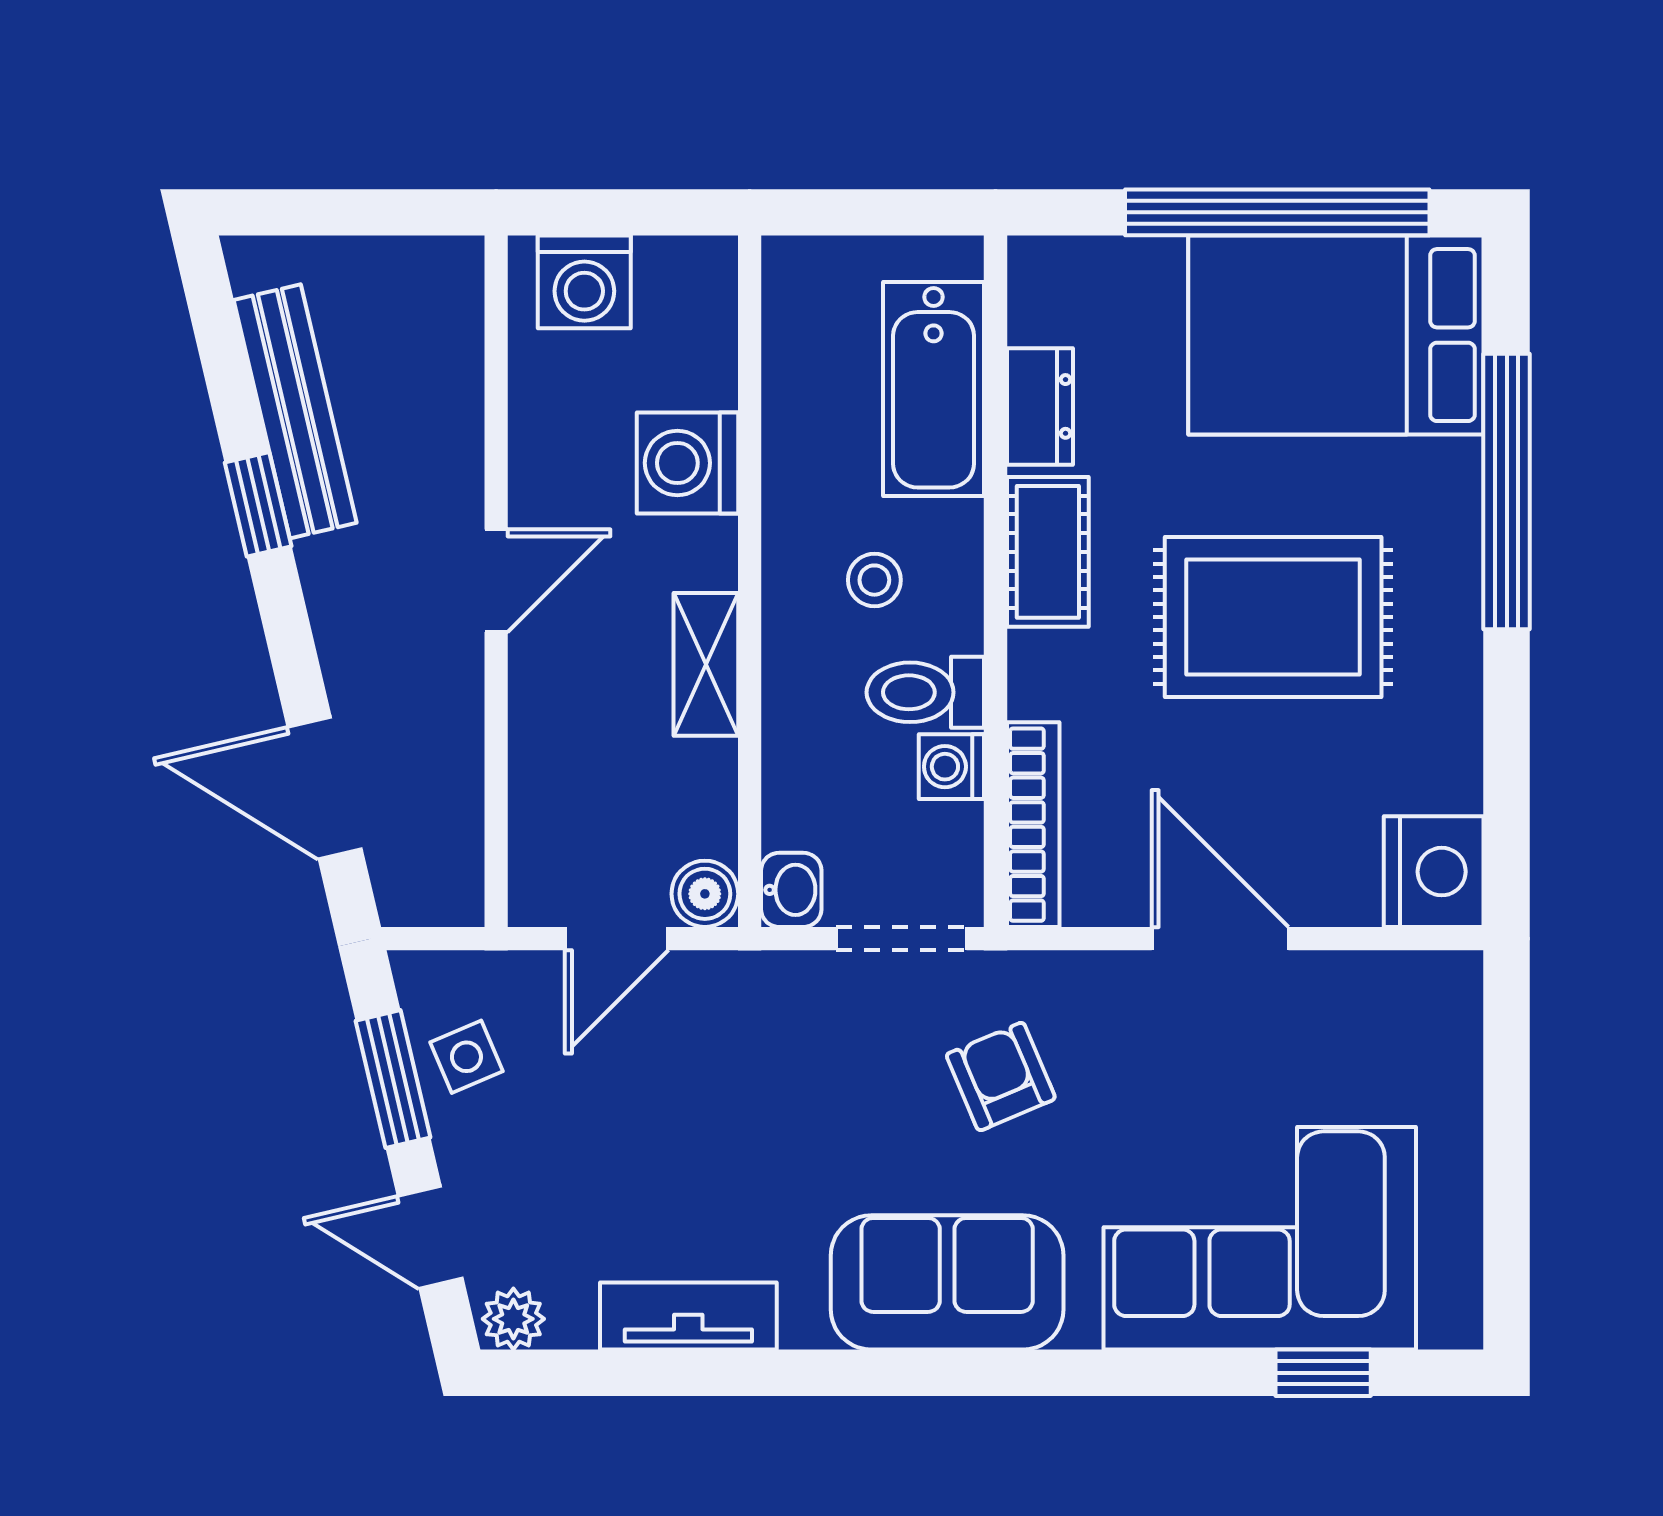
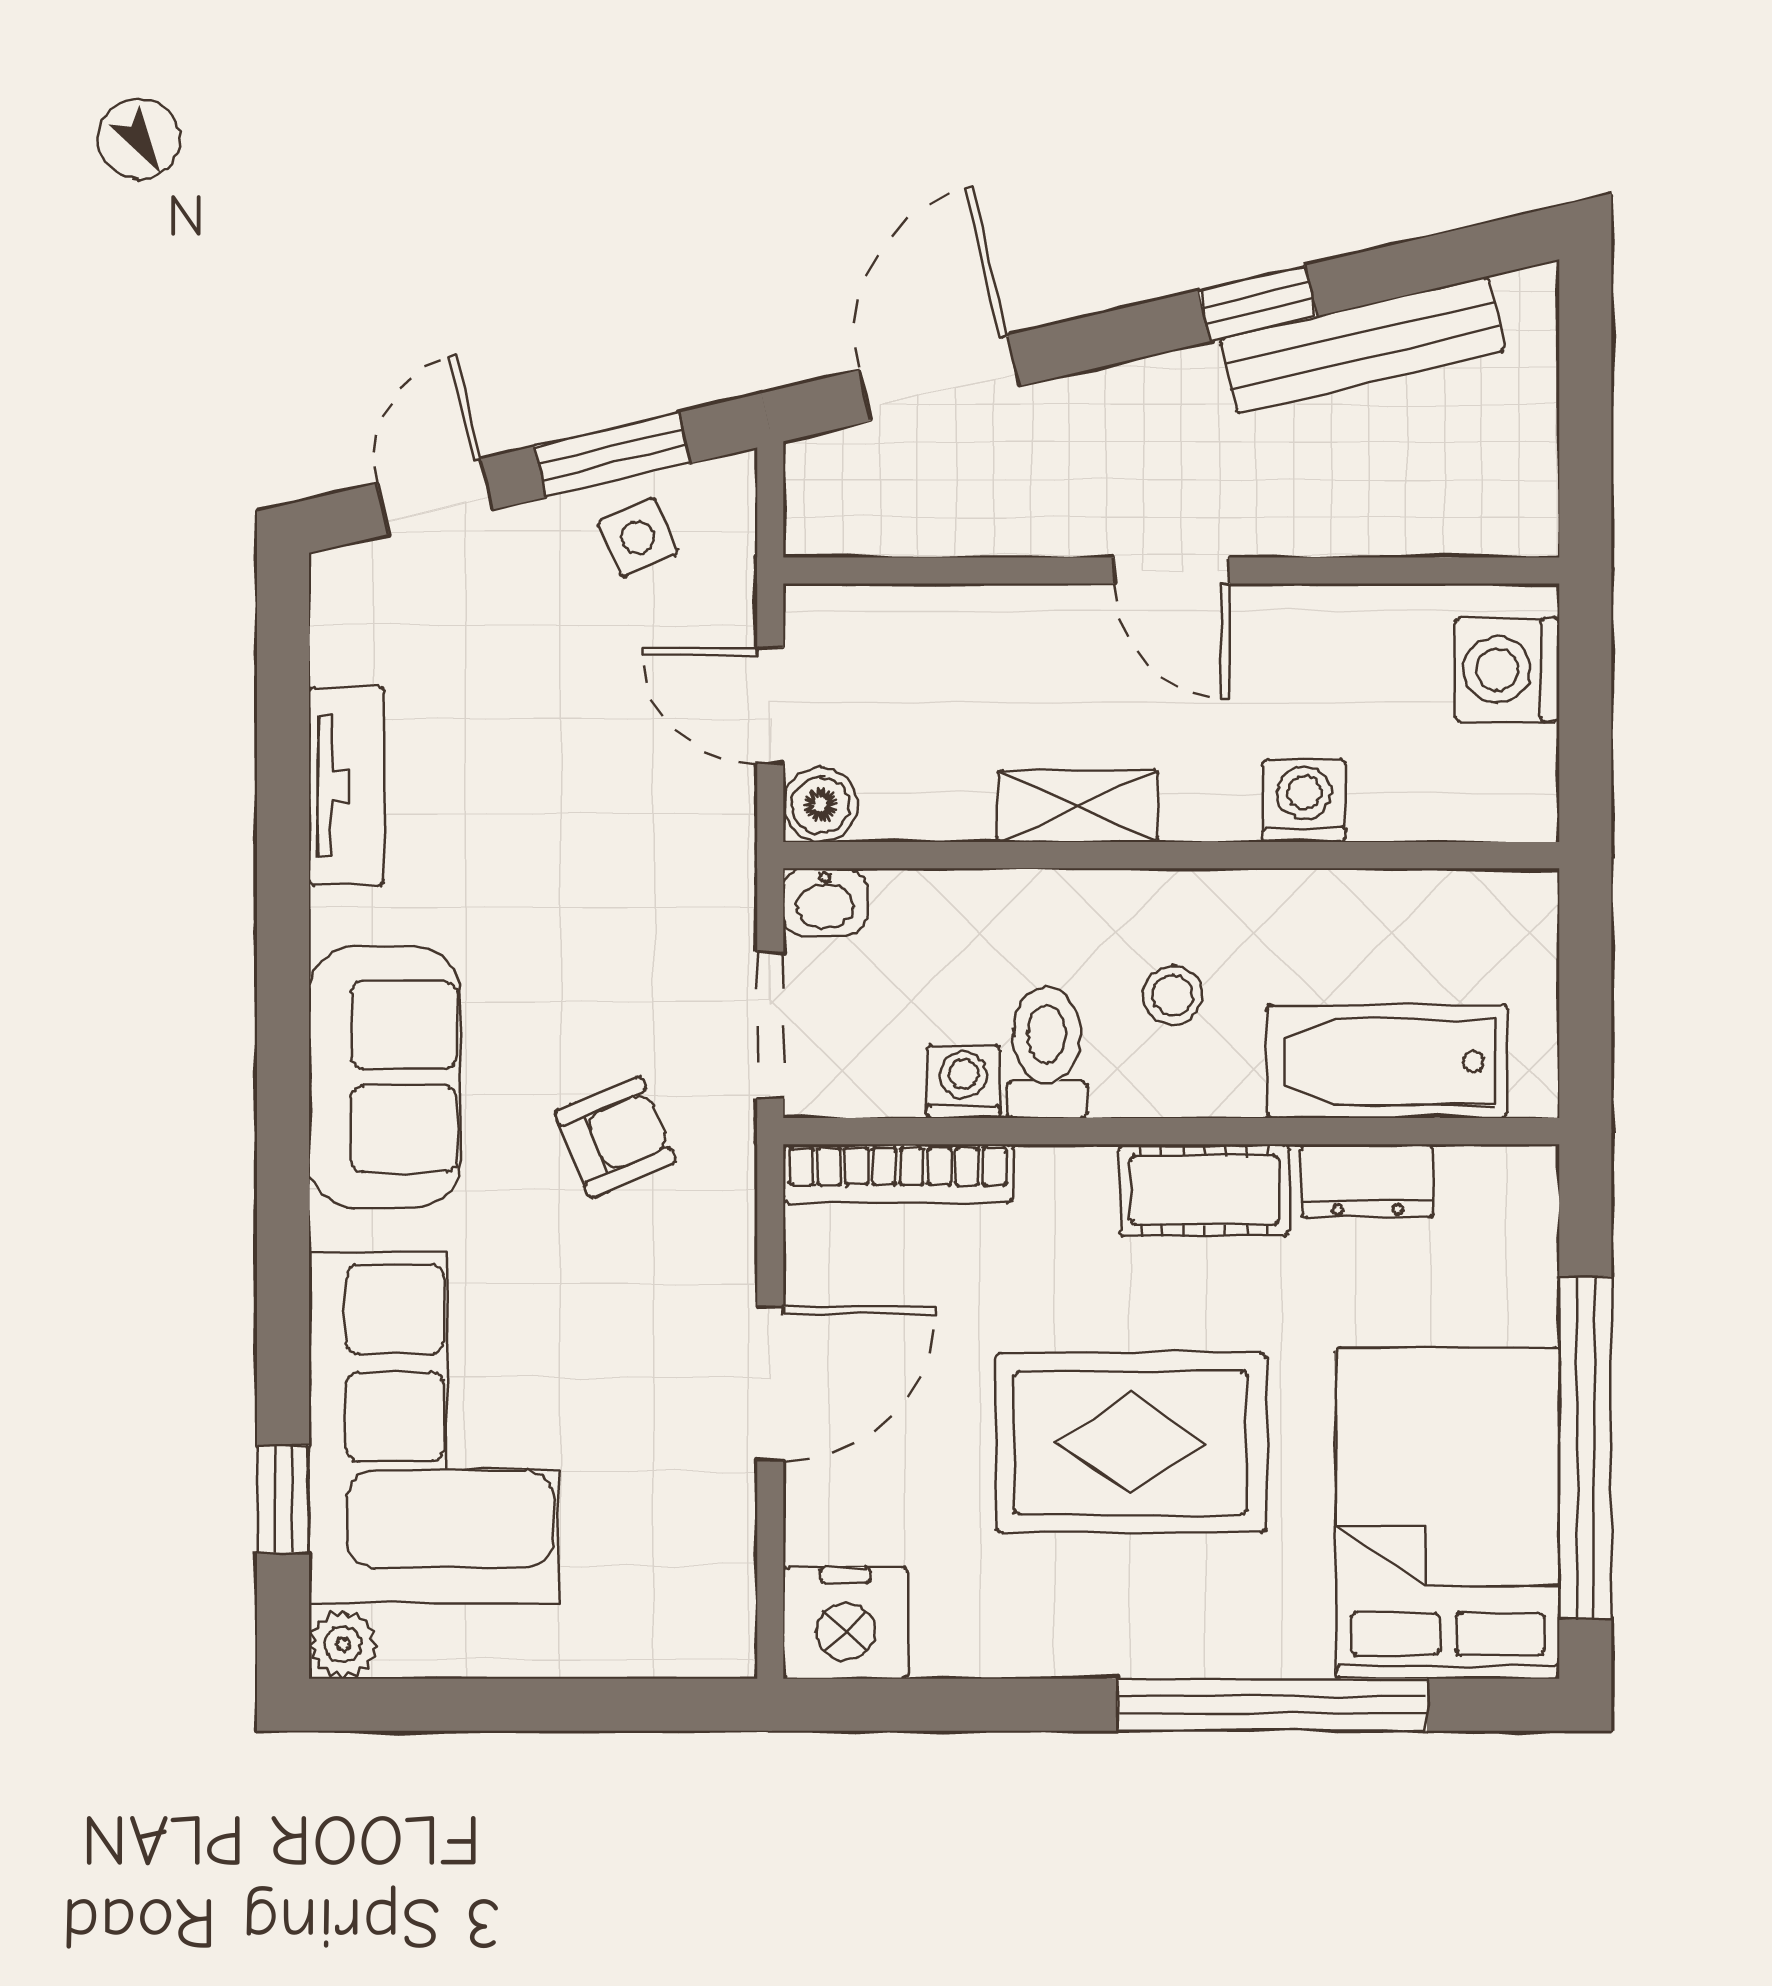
washing machine: (687, 463) -> (1304, 801), width x0.73, depth x0.73
rug: (1273, 617) -> (1131, 1443), turned 90
plant: (513, 1319) -> (343, 1644), moved

